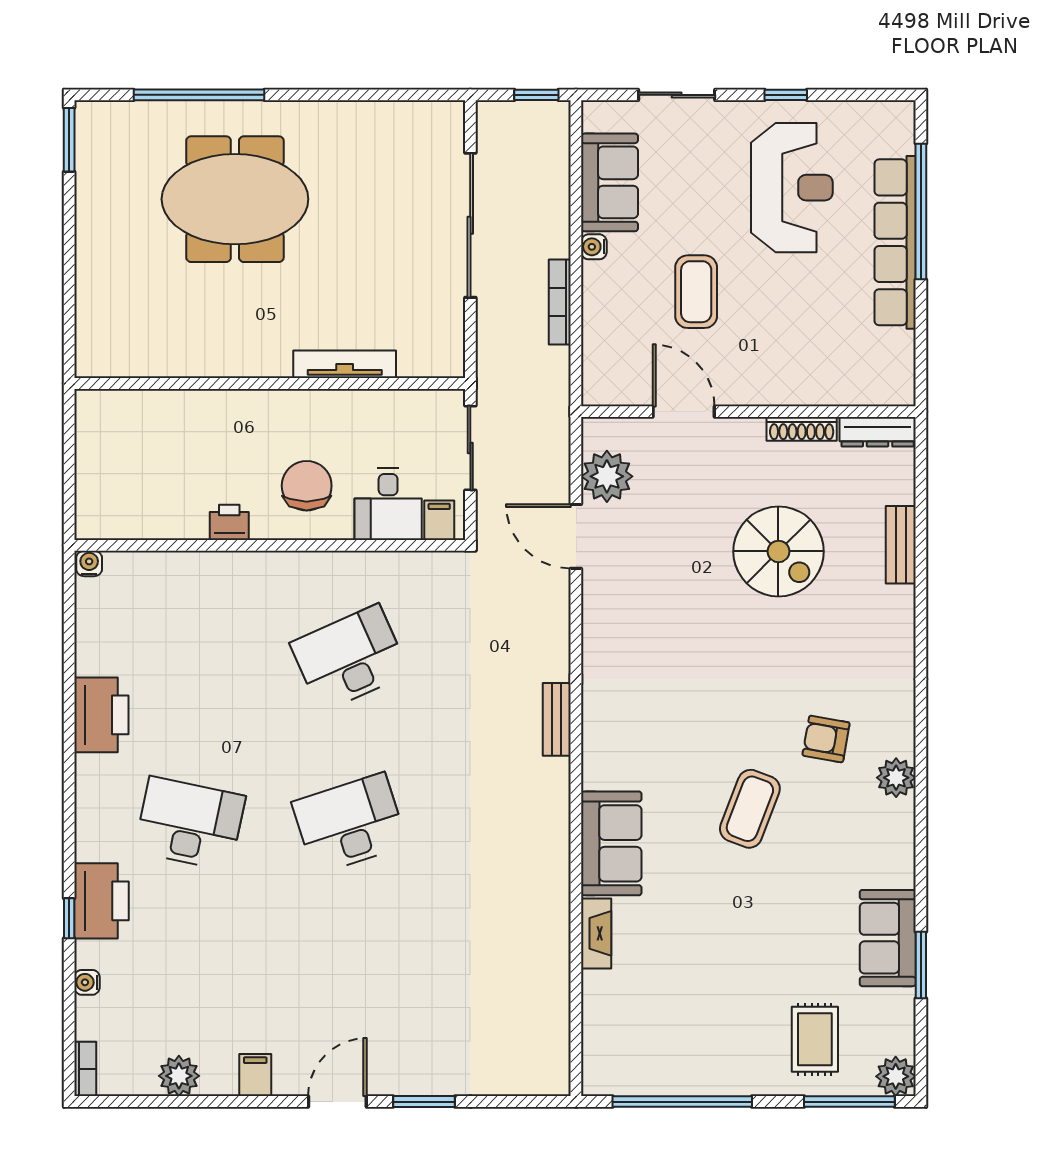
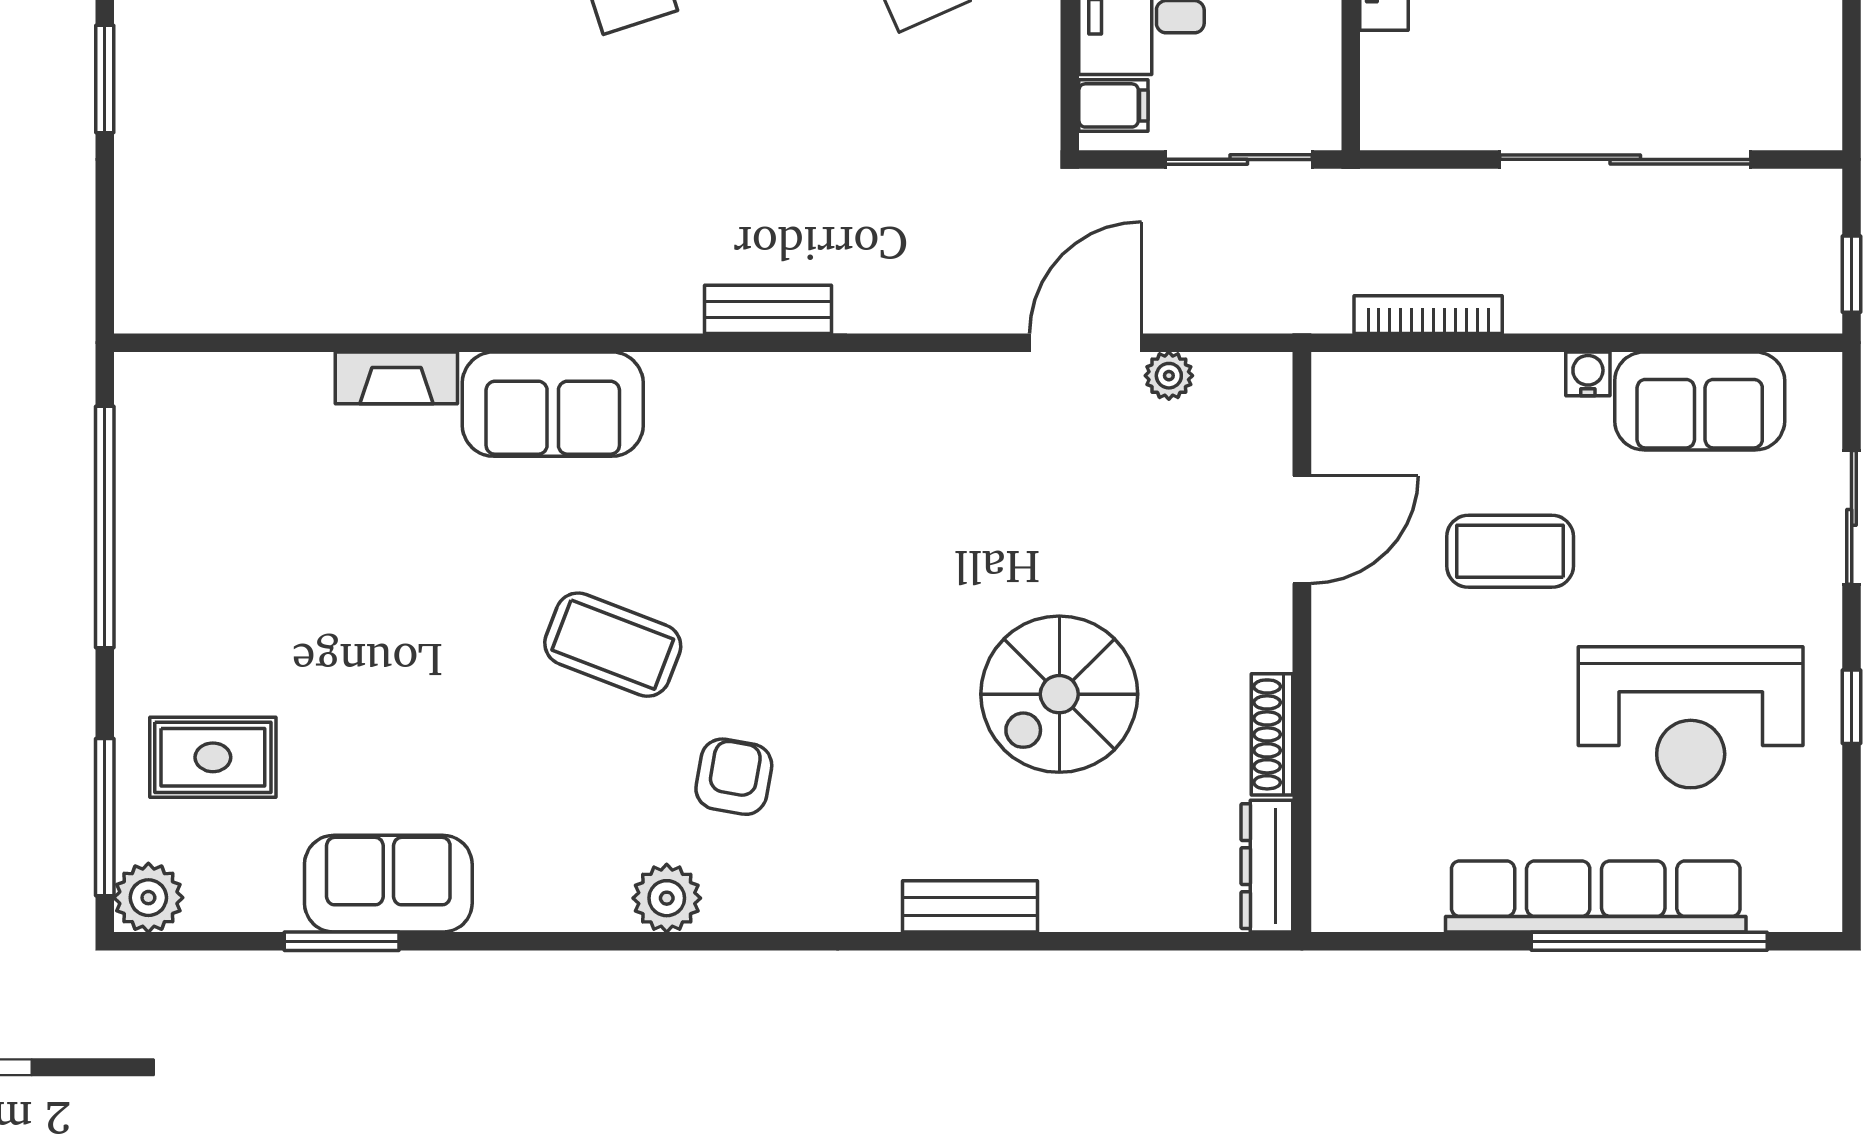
bookcase: (560, 302) -> (1428, 315), moved
plant: (607, 476) -> (1169, 376), width x0.53, depth x0.53
bench: (901, 545) -> (970, 906), moved

